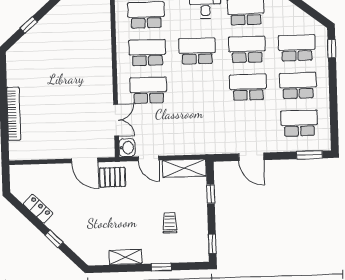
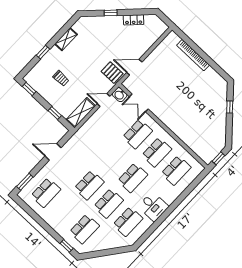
school desk: (298, 86) -> (65, 211), removed
pallet: (112, 177) -> (112, 73), turned 90

